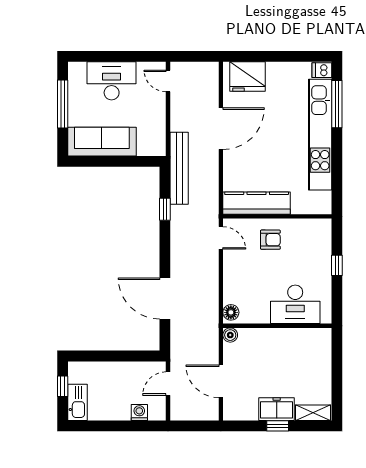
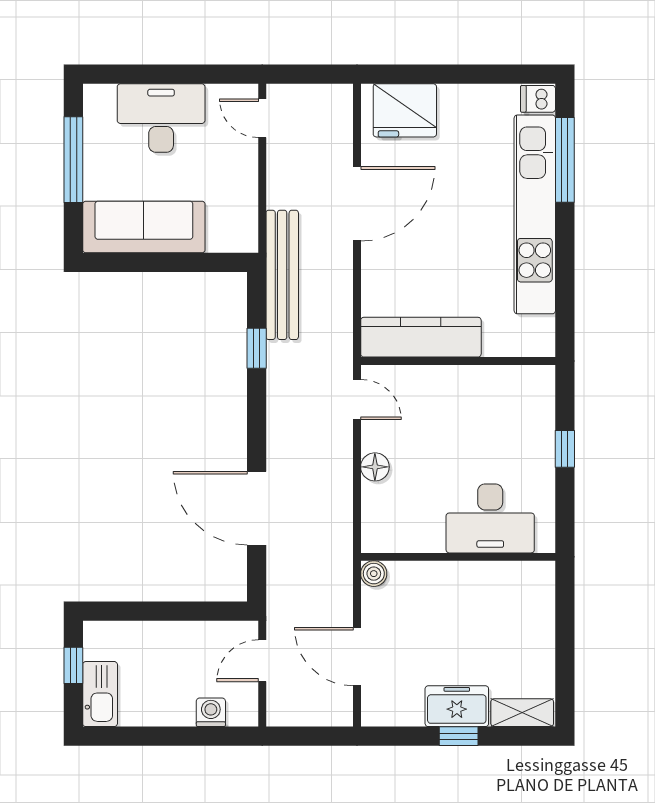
armchair: (270, 240) -> (446, 403), removed
floor lamp: (231, 312) -> (375, 467), moved

